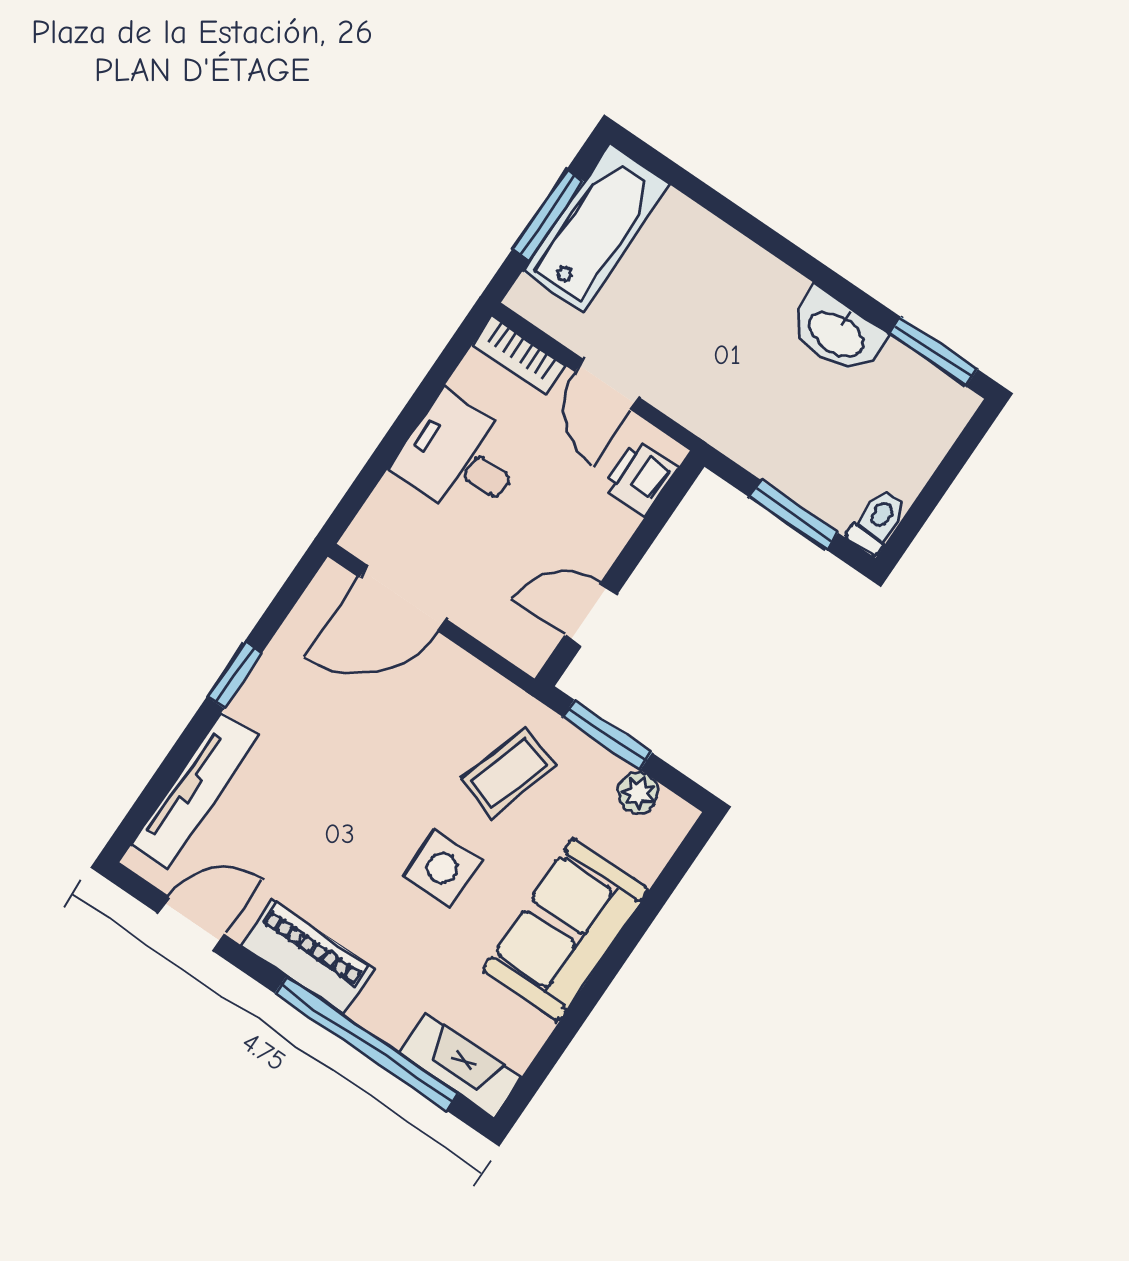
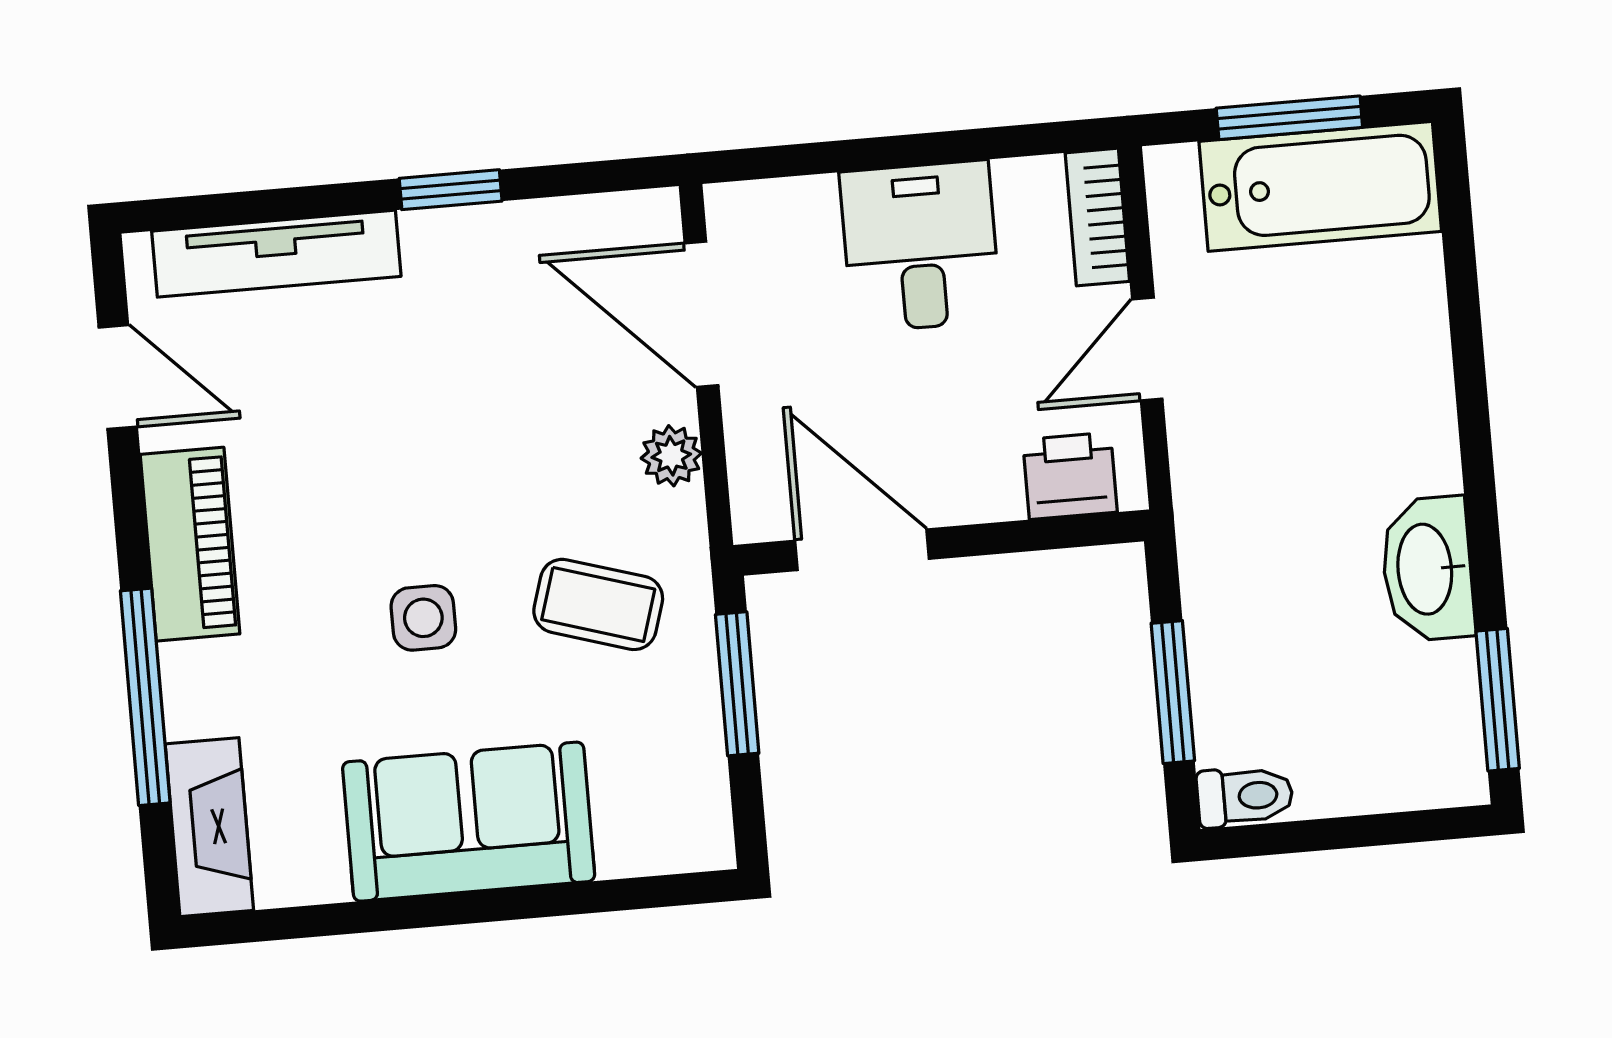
door: (591, 615) -> (862, 550), width x1.38
plant: (638, 793) -> (671, 456), moved
side table: (442, 868) -> (423, 618), width x0.73, depth x0.73
window: (367, 1044) -> (145, 697), width x0.68

